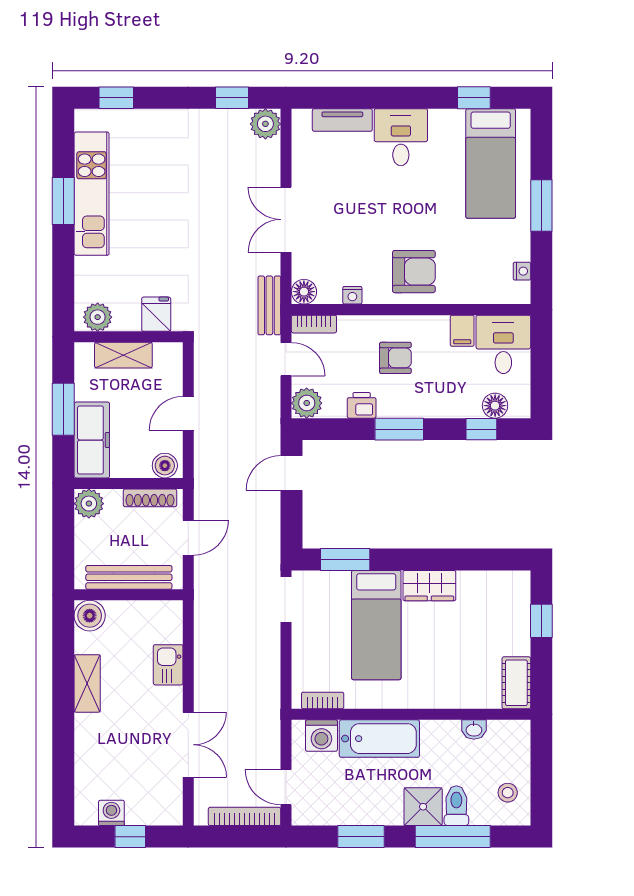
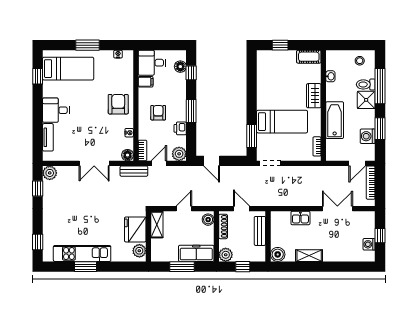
fridge: (156, 314) -> (135, 229), width x1.88, depth x1.34
shelving: (123, 355) -> (157, 225), moved
door: (188, 413) -> (184, 209), swing flipped
window: (63, 540) -> (243, 267), added
bench: (129, 577) -> (260, 231), width x0.73
wardrobe: (429, 586) -> (314, 96), moved, turned 180
washing machine: (321, 736) -> (368, 136), moved, turned 180

